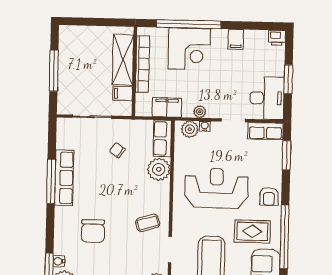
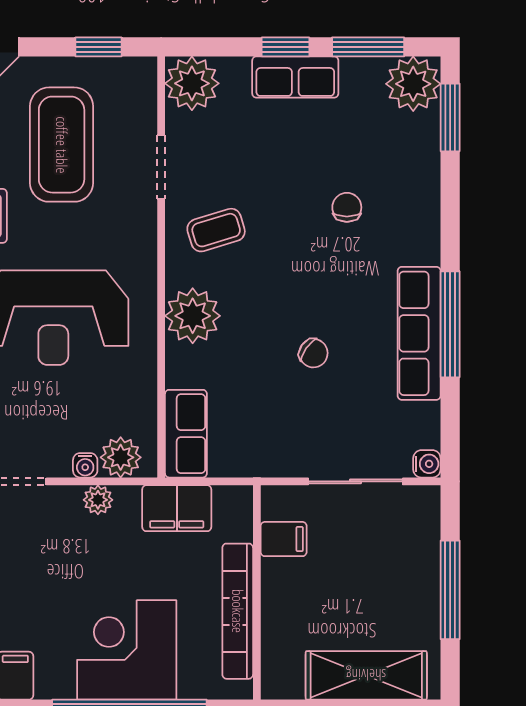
shelving: (123, 60) -> (366, 675), moved, turned 90
chair: (117, 150) -> (313, 353), moved
plant: (159, 169) -> (193, 316), moved
chair: (93, 231) -> (347, 207), width x0.54, depth x0.54
water cooler: (59, 261) -> (427, 464), moved

